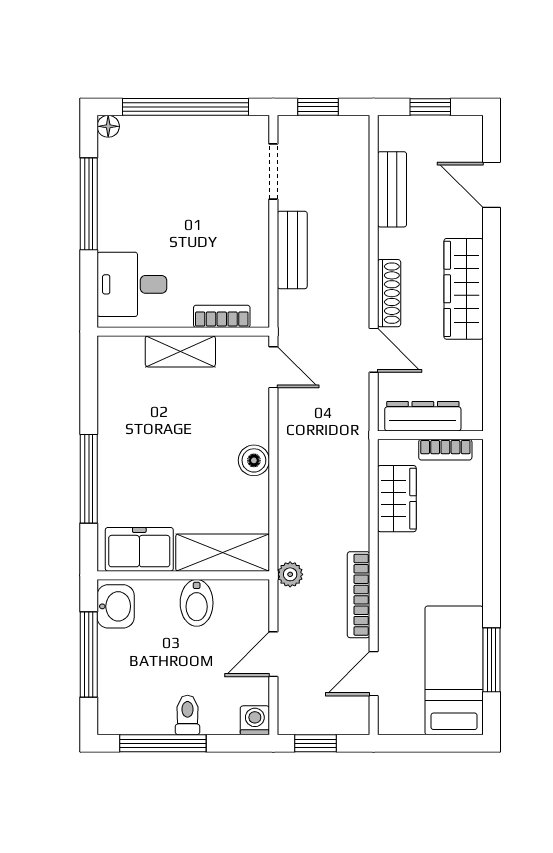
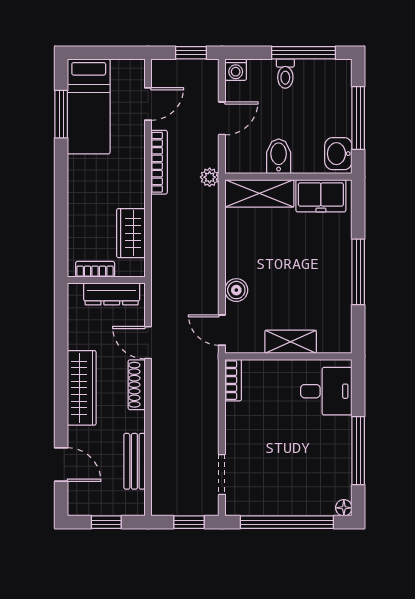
bench: (292, 250) -> (208, 417), removed
bookcase: (222, 316) -> (233, 380), moved, turned -90
boiler: (254, 460) -> (236, 290), moved
window: (89, 479) -> (358, 272), moved

